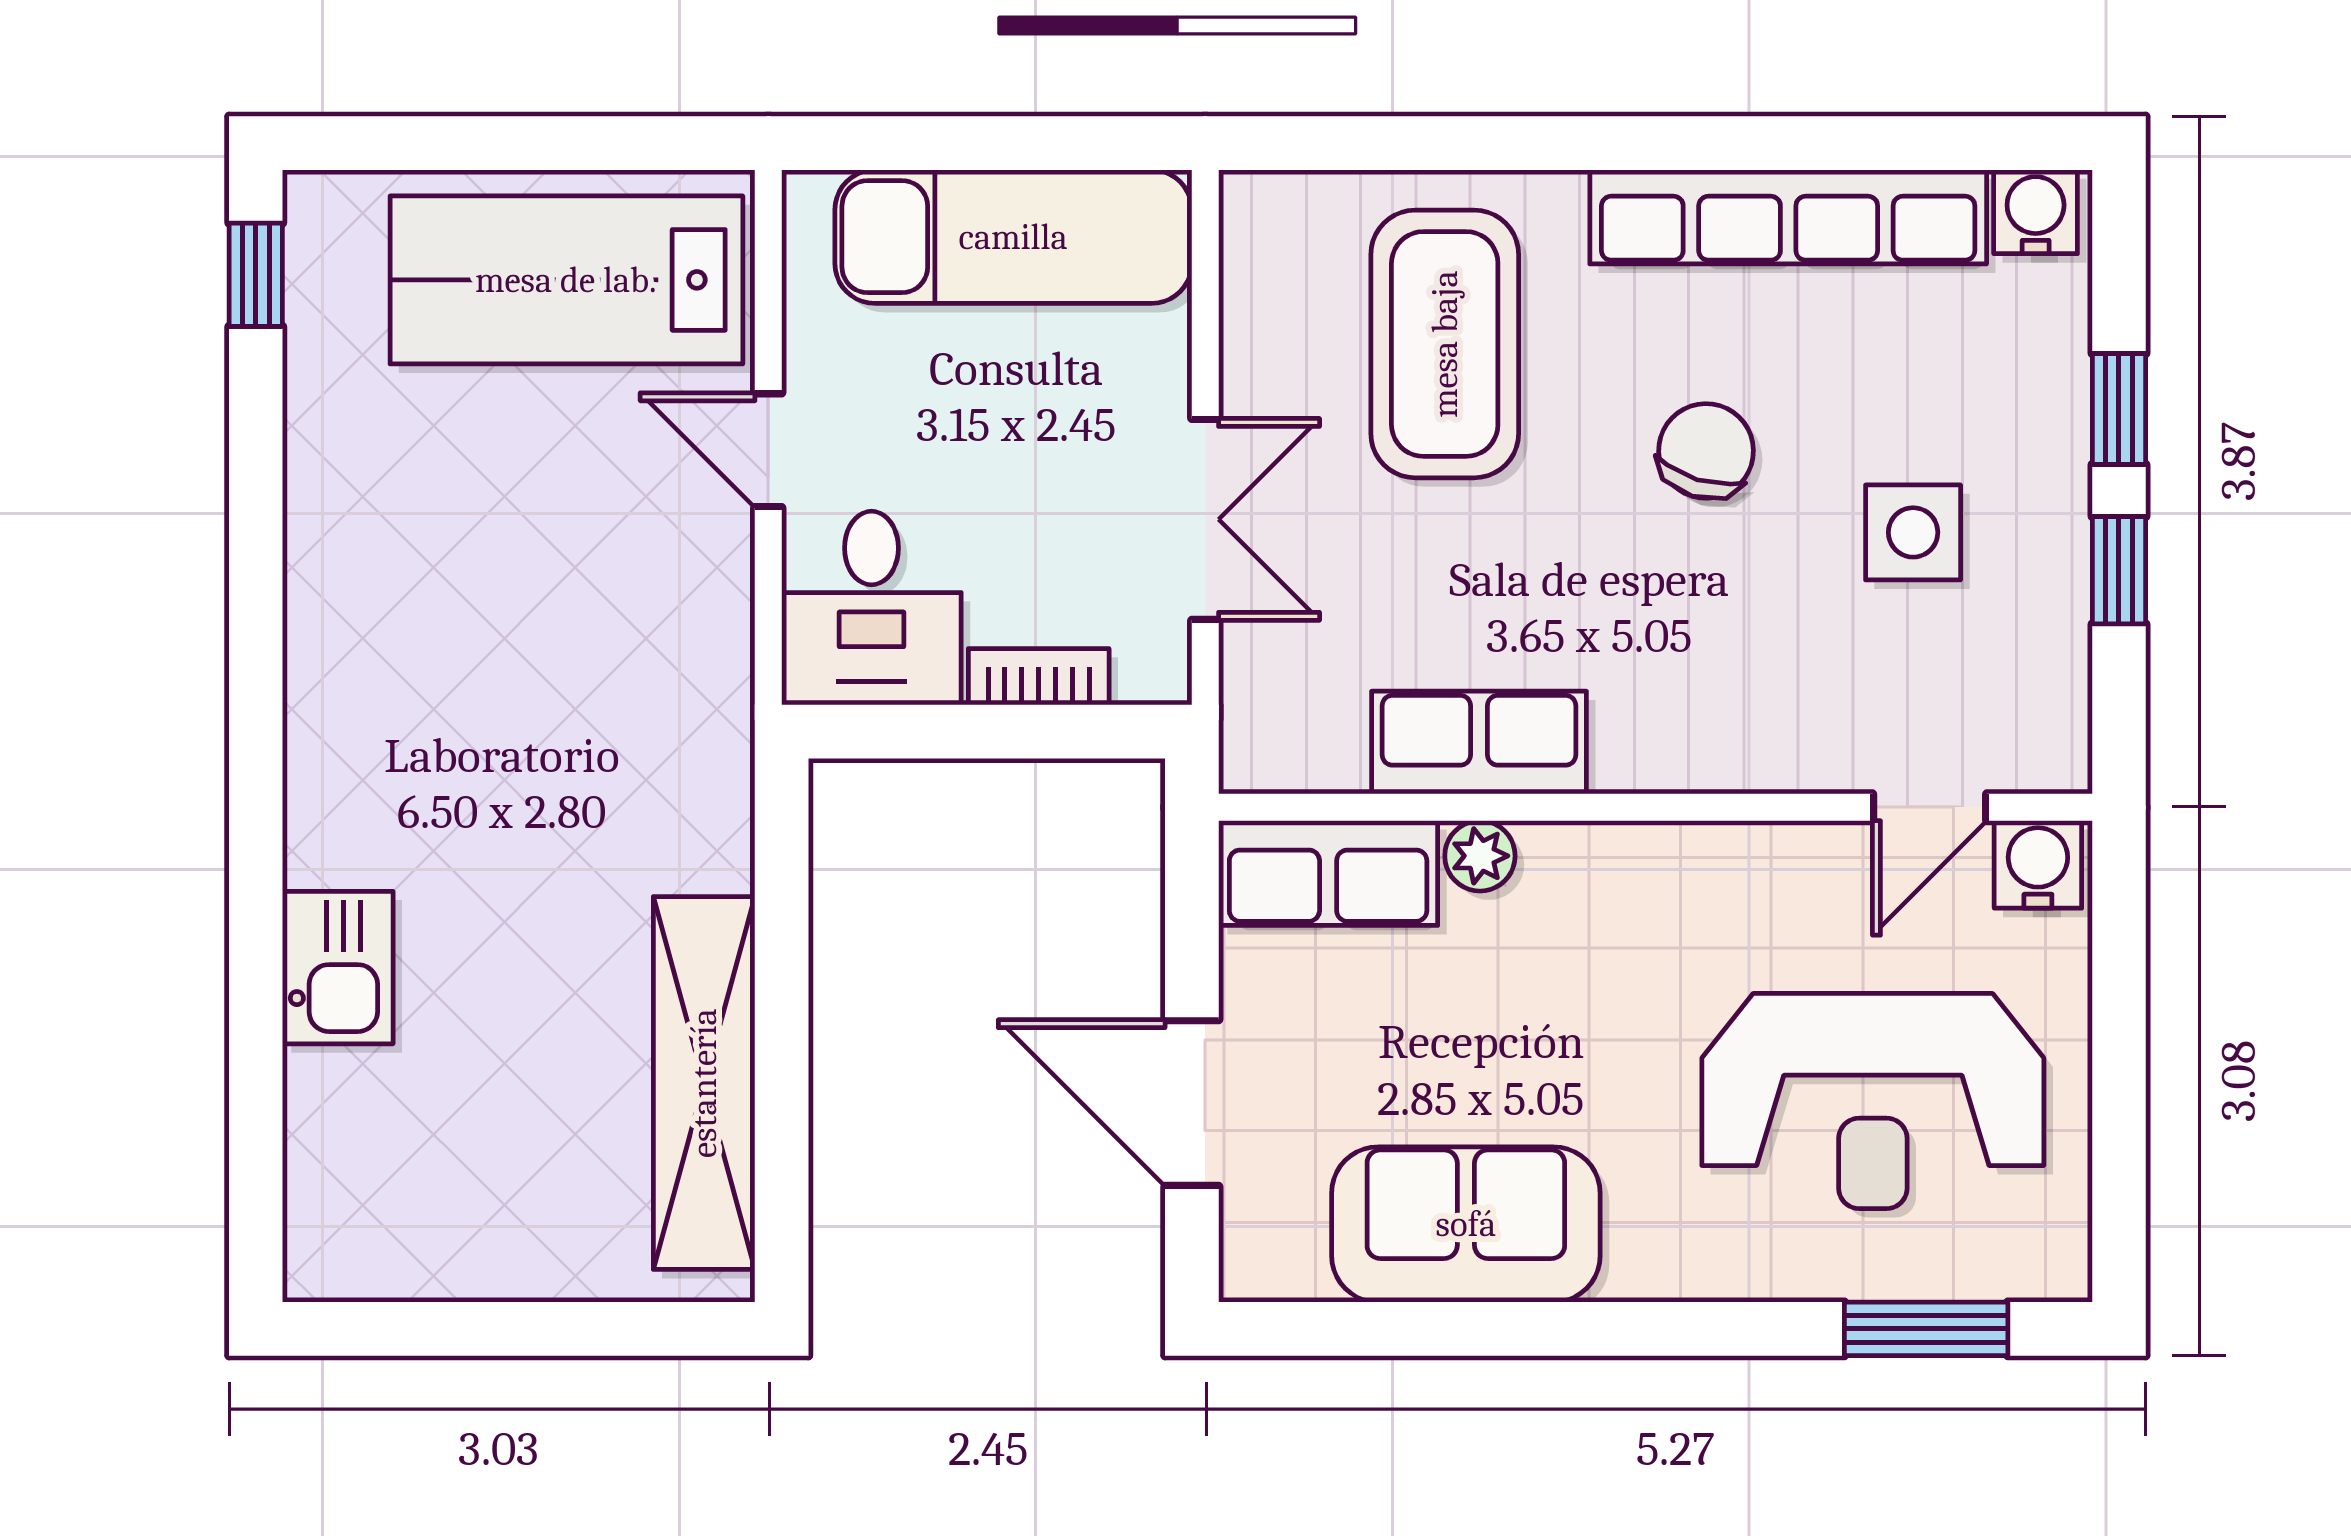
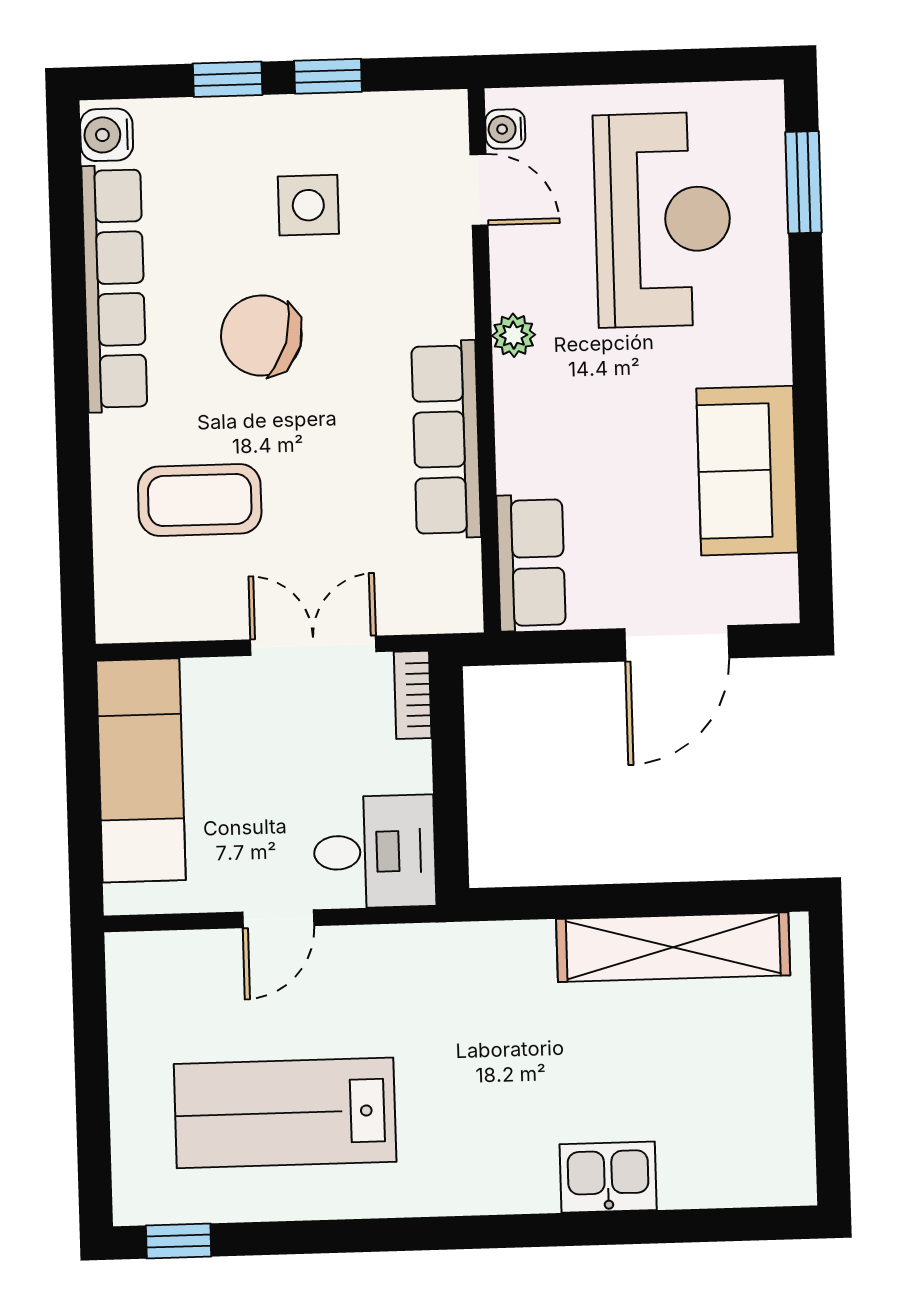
lab bench: (566, 280) -> (285, 1113), moved, turned 90
coffee table: (1445, 344) -> (200, 500), width x0.73, depth x0.76
chair: (1706, 451) -> (261, 335), width x1.37, depth x1.37
bookcase: (1039, 677) -> (413, 695), moved
row of seats: (1479, 743) -> (446, 439), width x1.48
plant: (1480, 856) -> (514, 335), moved
water cooler: (2038, 864) -> (505, 129), width x0.72, depth x0.72

